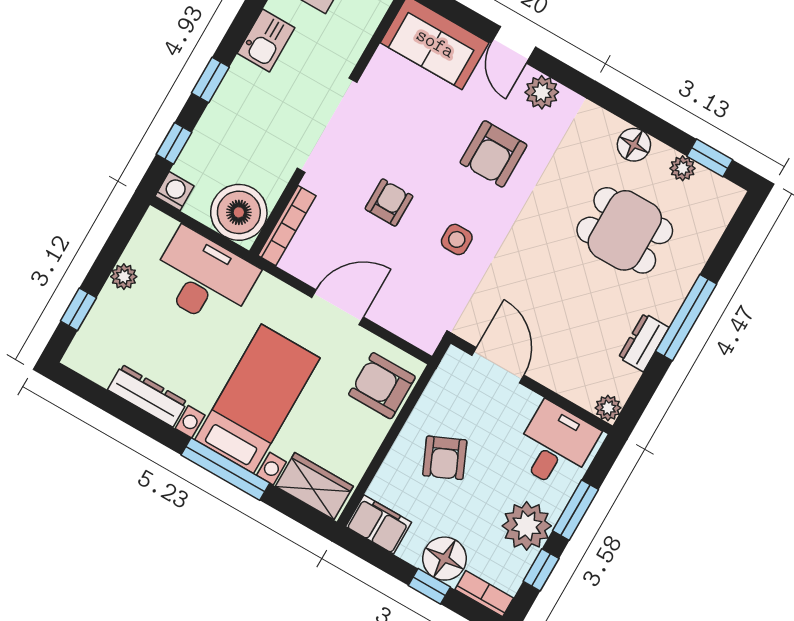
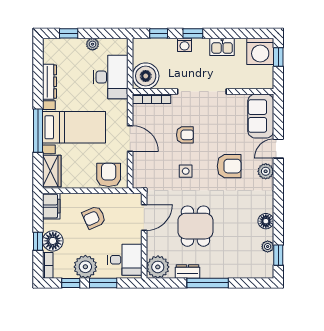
armchair: (493, 154) -> (229, 166), turned 180
washing machine: (175, 191) -> (184, 45), moved, turned 90
dining table: (625, 230) -> (195, 226), moved
plant: (608, 408) -> (158, 267), width x1.88, depth x1.88

